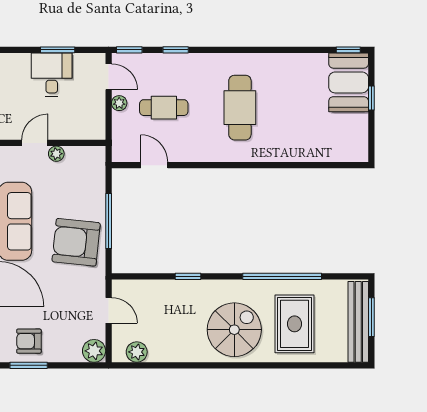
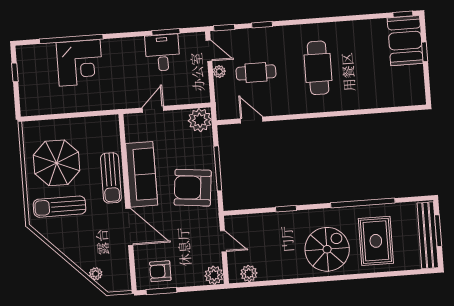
plant: (56, 154) -> (200, 120), moved, width x1.88, depth x1.88

